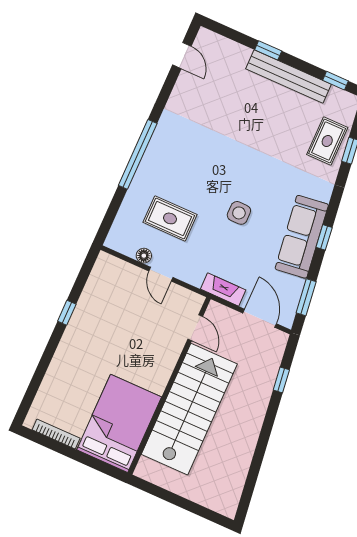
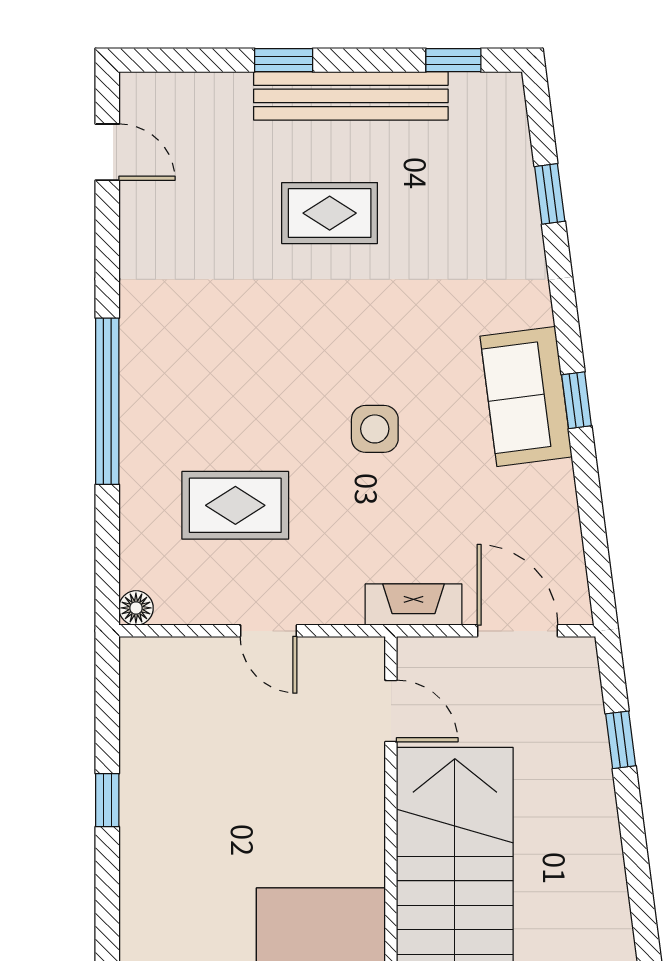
rug: (327, 141) -> (330, 213), moved, turned 90
sofa: (302, 237) -> (526, 396), width x0.73
floor lamp: (144, 256) -> (136, 608), moved
window: (306, 297) -> (595, 543), removed

